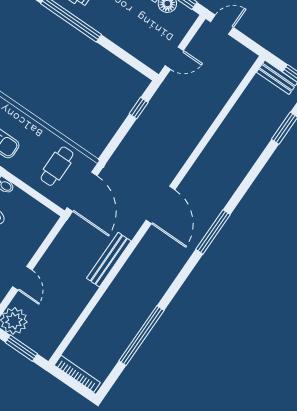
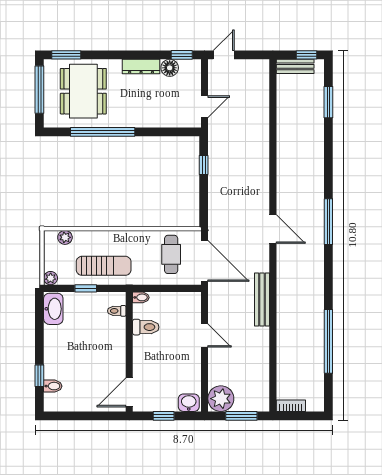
door: (160, 205) -> (273, 229), width x0.73
door: (22, 278) -> (204, 335), moved
bookcase: (77, 374) -> (291, 406), width x0.64

